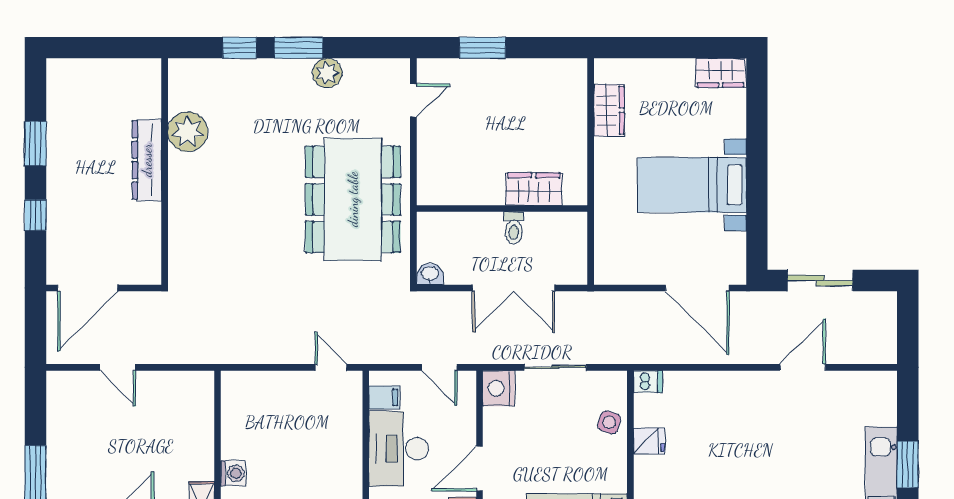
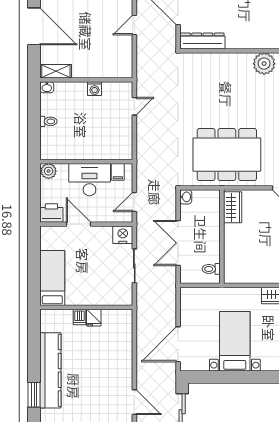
dresser: (147, 160) -> (202, 41), moved
wardrobe: (534, 189) -> (233, 207), moved
toilet: (514, 228) -> (211, 269), moved
door: (331, 367) -> (134, 106), moved
dishwasher: (648, 382) -> (79, 317), moved
side table: (609, 422) -> (104, 296), removed
washing machine: (233, 473) -> (95, 89), moved

